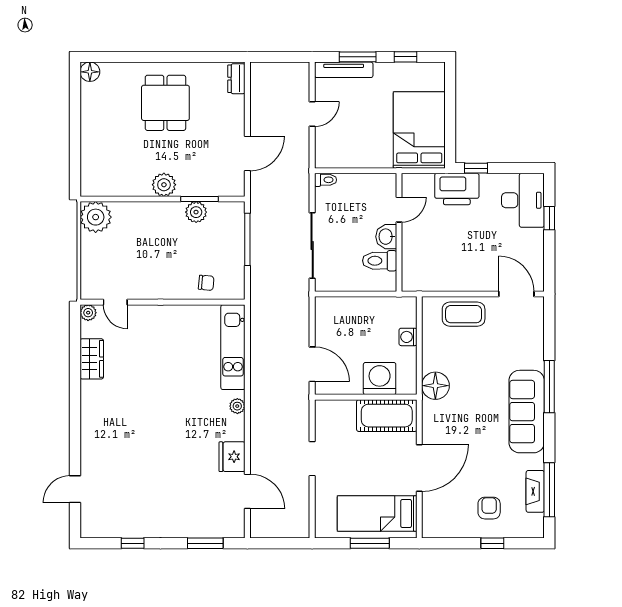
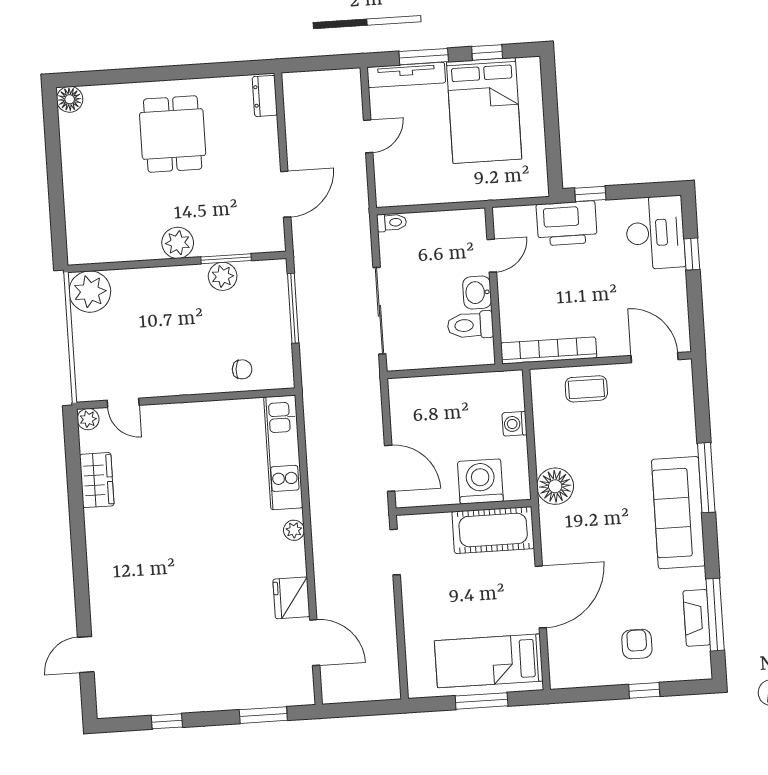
bed: (419, 130) -> (484, 110), moved, turned 180
bookcase: (437, 283) -> (549, 350), added
coffee table: (464, 314) -> (586, 389), width x0.73, depth x0.77
doorway: (312, 459) -> (395, 552), moved

